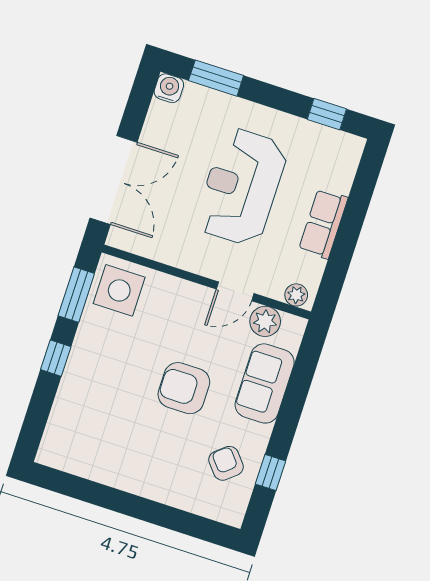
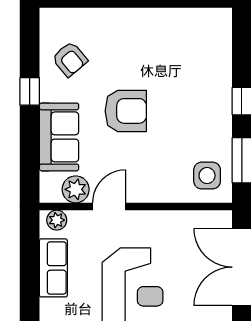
row of seats: (323, 224) -> (53, 268), moved
side table: (119, 290) -> (207, 176), width x0.73, depth x0.73
window: (270, 472) -> (30, 91), moved

